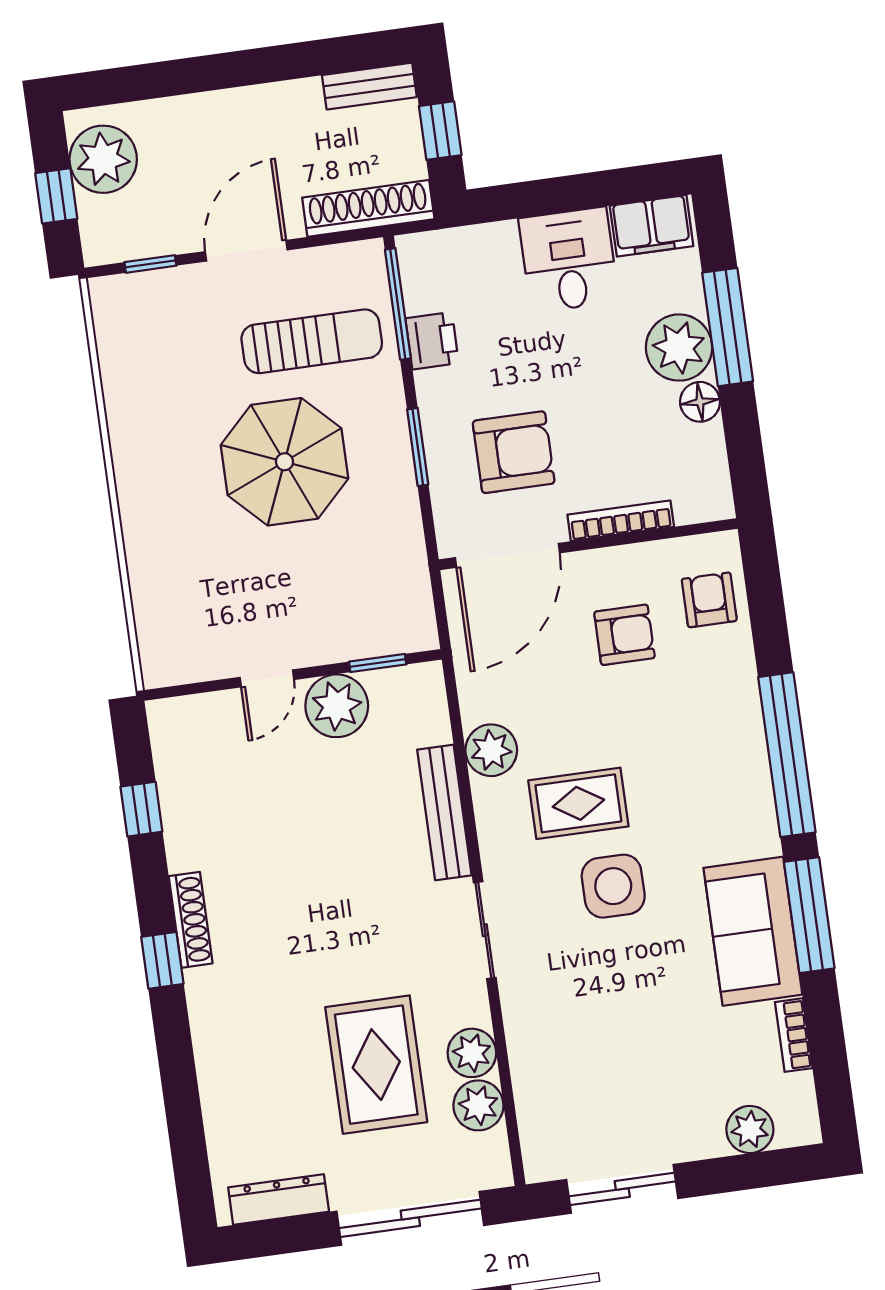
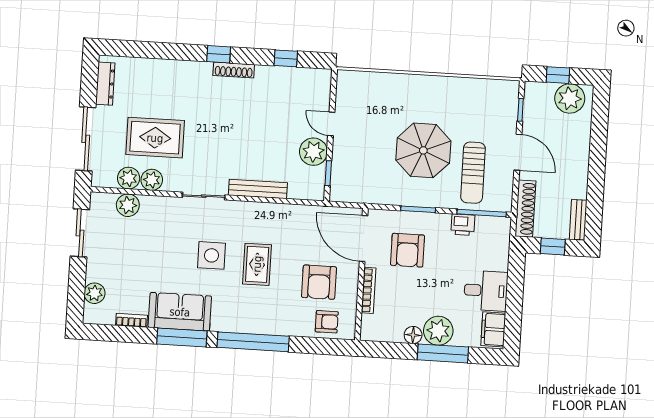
armchair: (624, 635) -> (319, 282), width x1.38, depth x1.38
plant: (491, 750) -> (128, 205), moved
rug: (578, 803) -> (257, 264), moved

